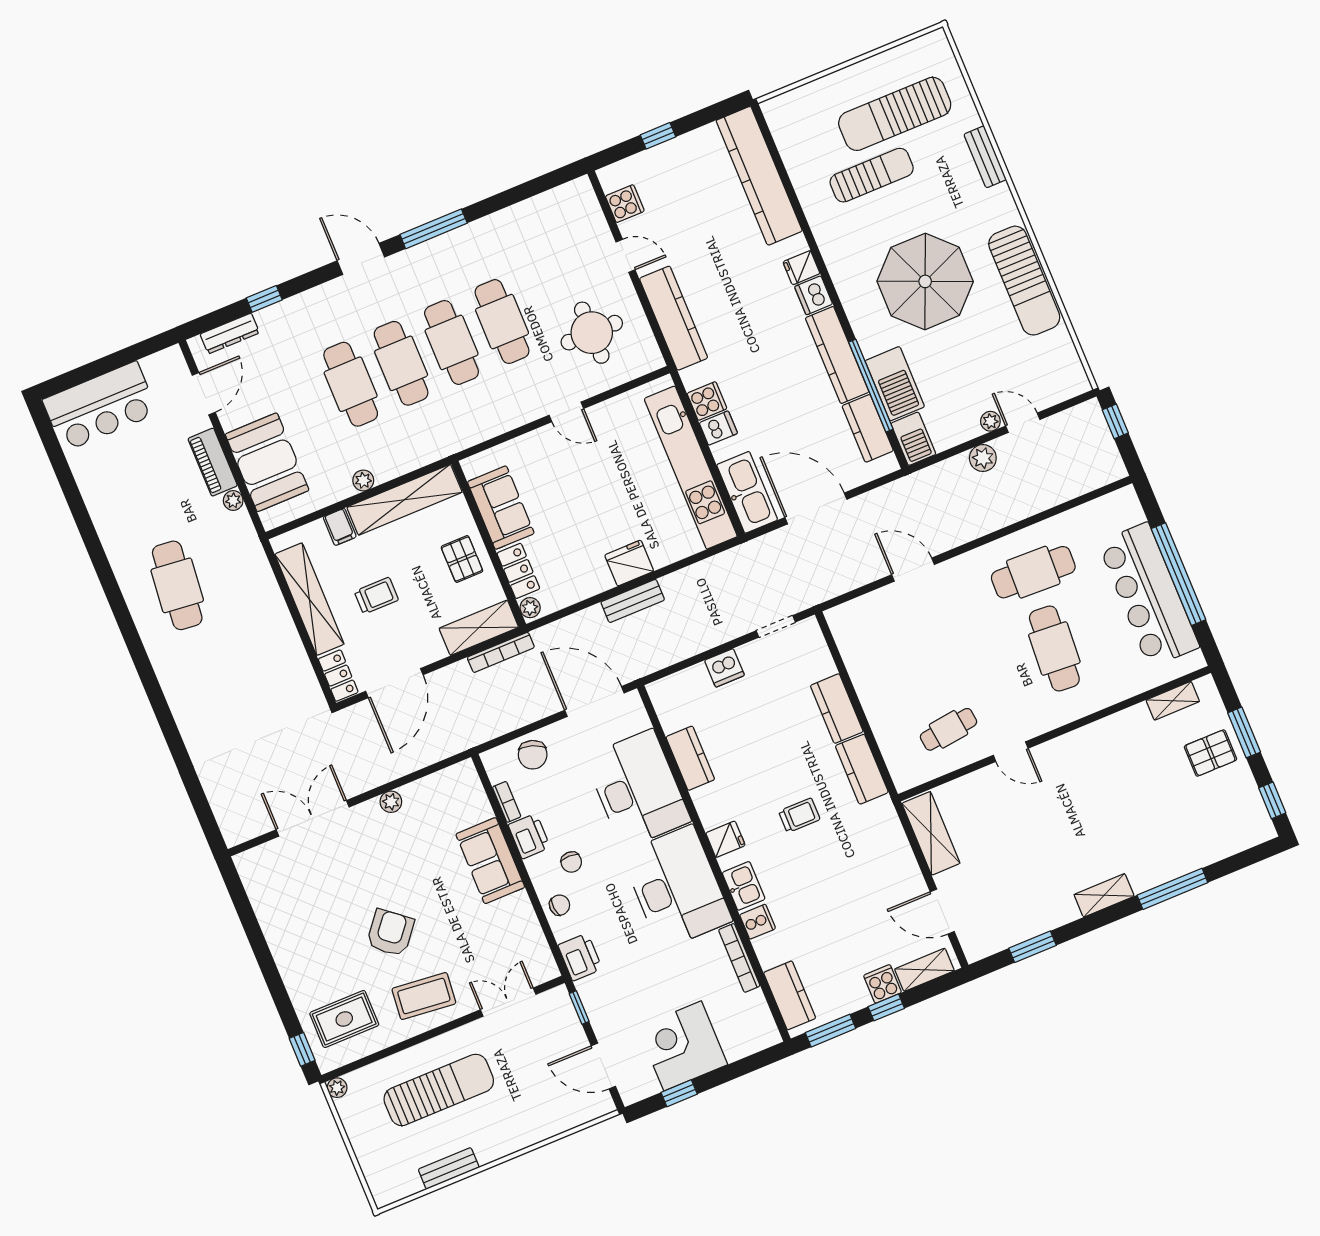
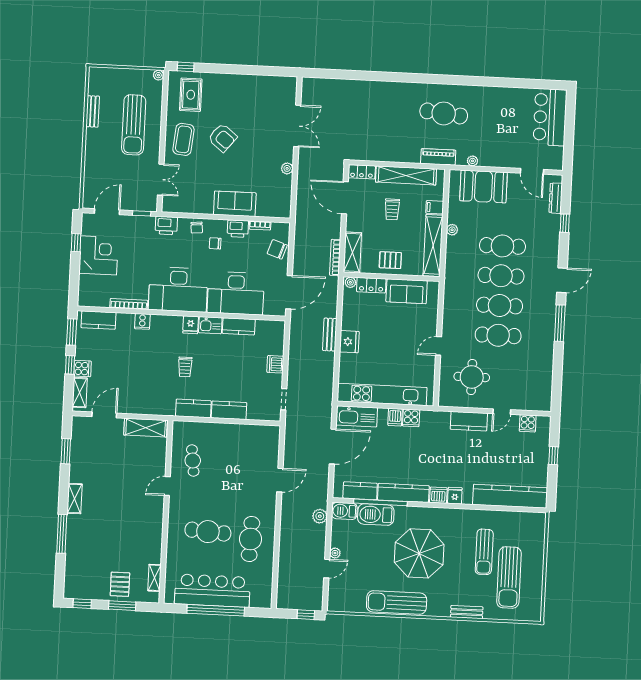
sun lounger: (895, 114) -> (509, 578), turned 180
kitchen counter: (674, 318) -> (469, 421), width x0.67
plant: (983, 458) -> (320, 516), moved
piano: (213, 462) -> (438, 157), moved
kitchen sink: (744, 886) -> (210, 325), moved

